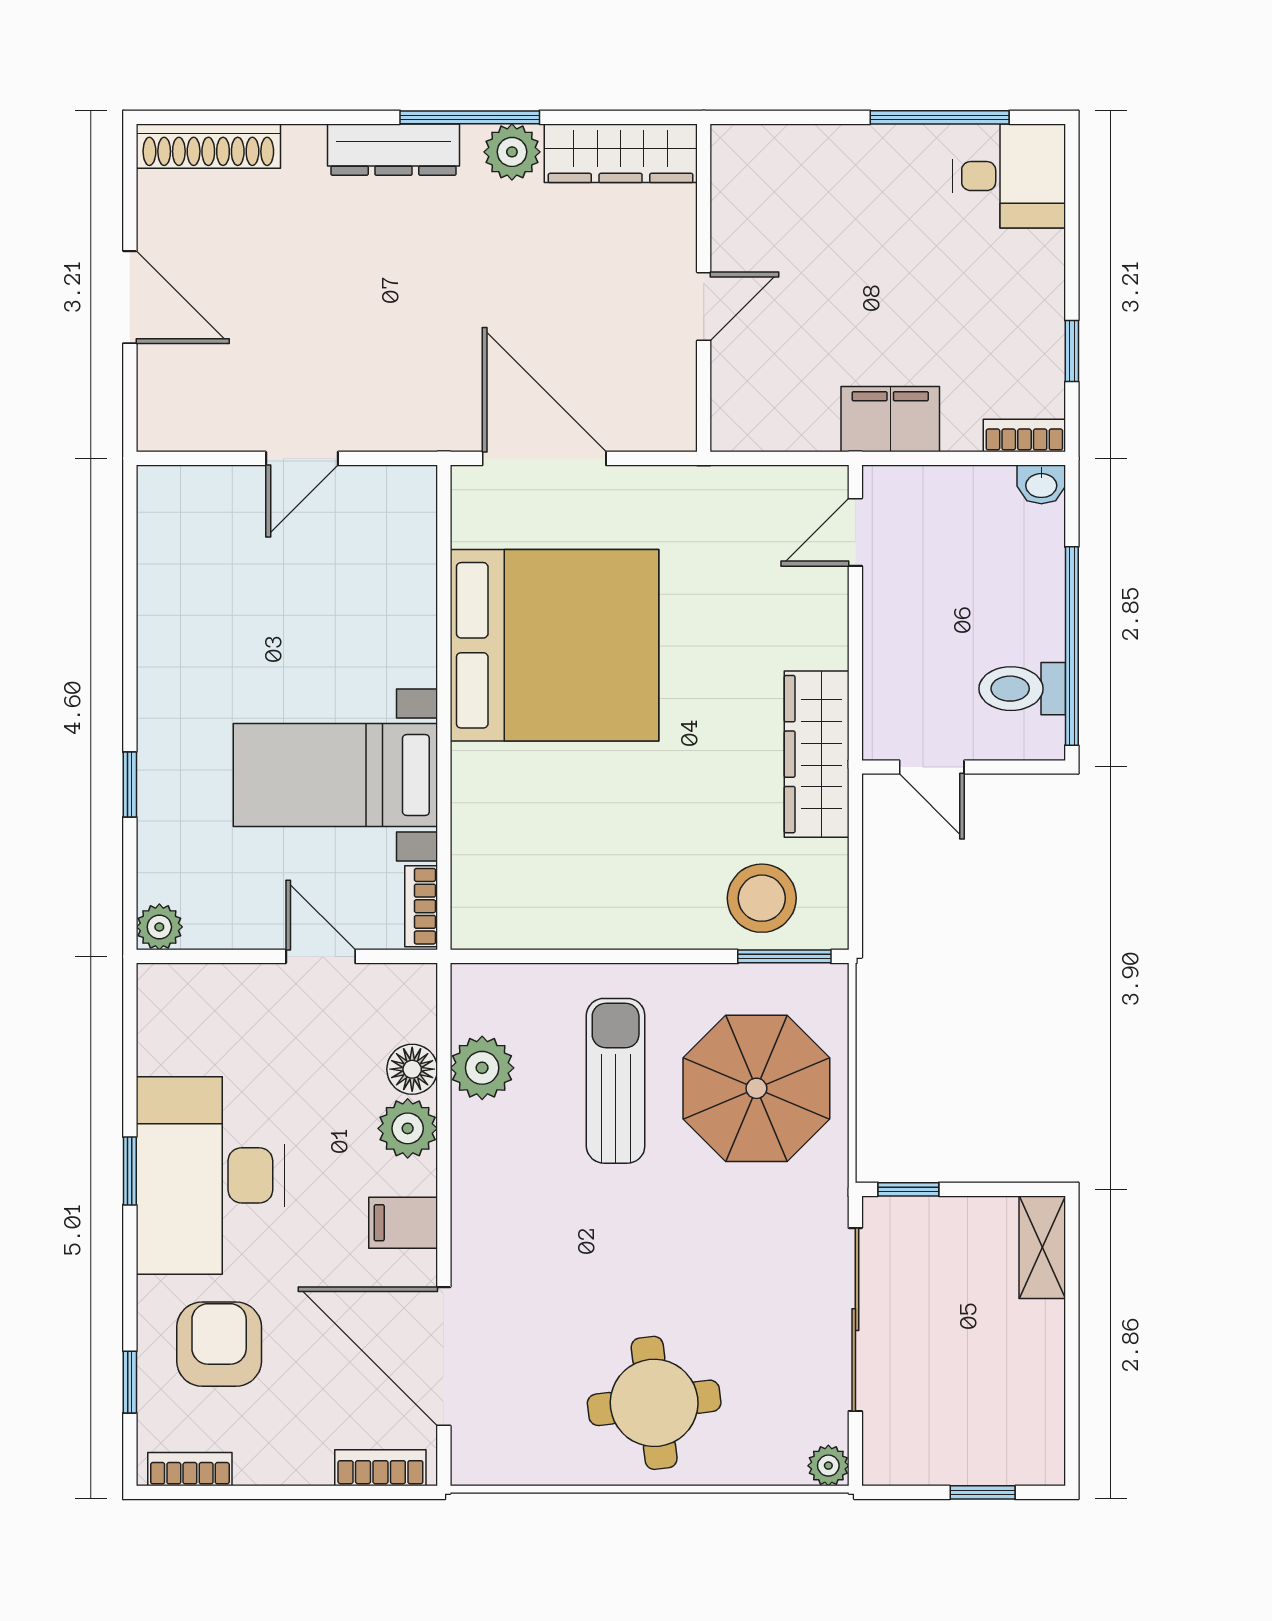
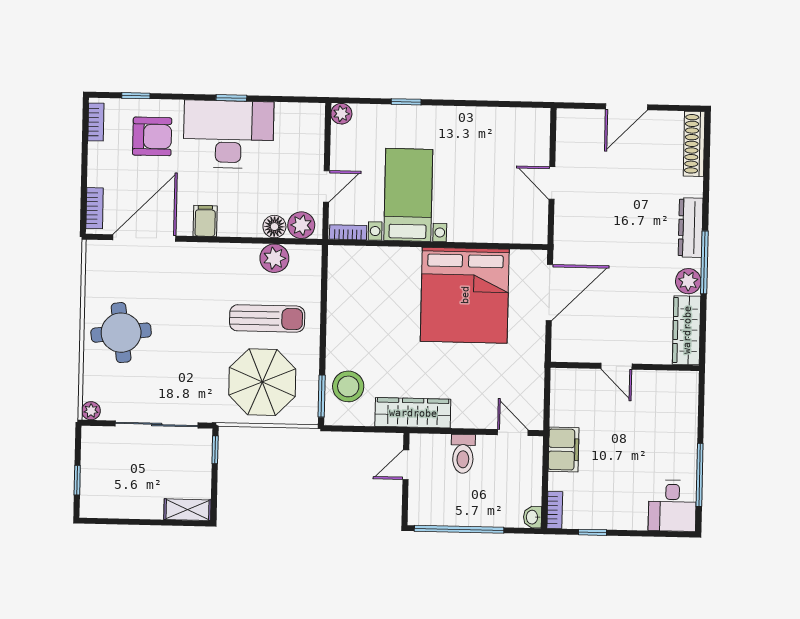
toilet: (1022, 689) -> (463, 454), moved, turned 180
plant: (408, 1128) -> (301, 225), moved

